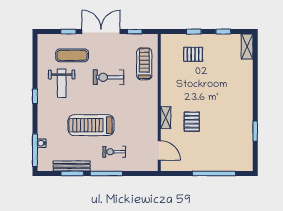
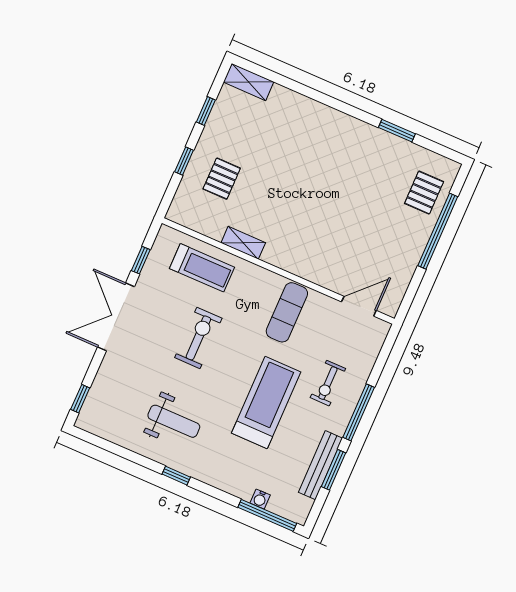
window: (68, 32) -> (80, 399), moved
exercise mat: (72, 55) -> (287, 312), moved
treadmill: (144, 64) -> (202, 268), turned 180
exercise bike: (108, 77) -> (198, 338), turned 180
shelving: (166, 118) -> (243, 243), moved
pallet: (192, 122) -> (424, 193), moved, turned 90
treadmill: (91, 125) -> (266, 403), turned 180

